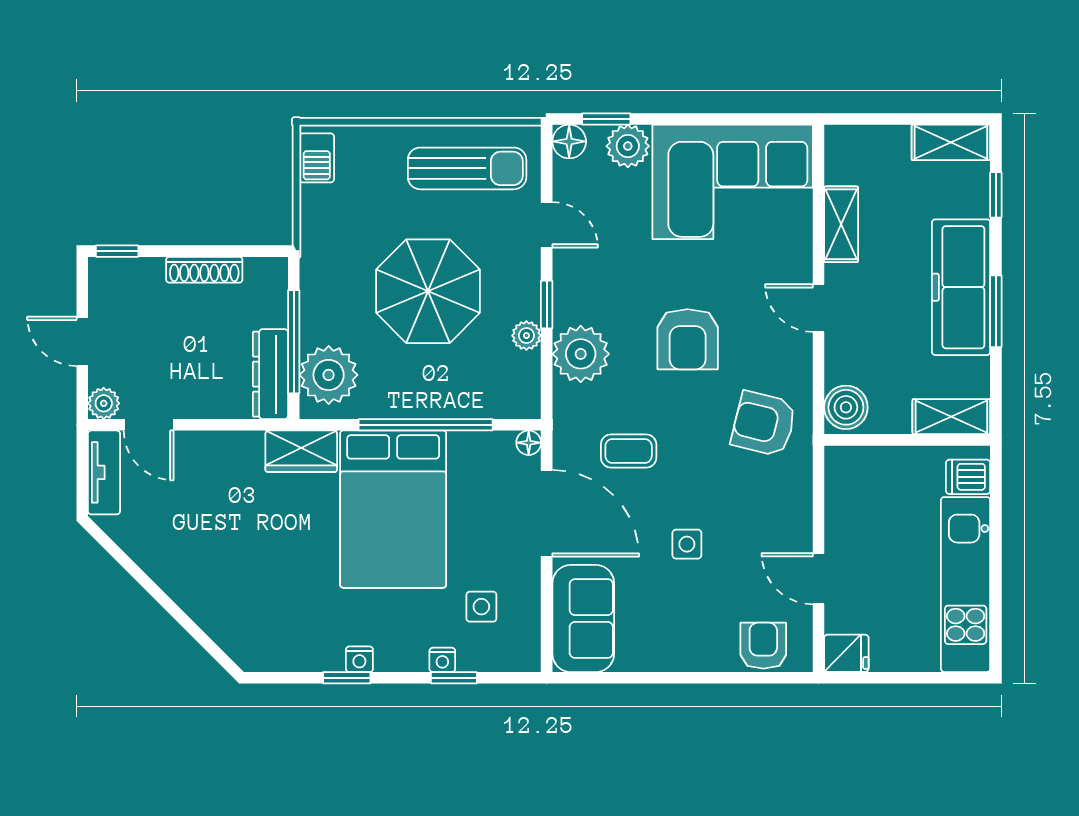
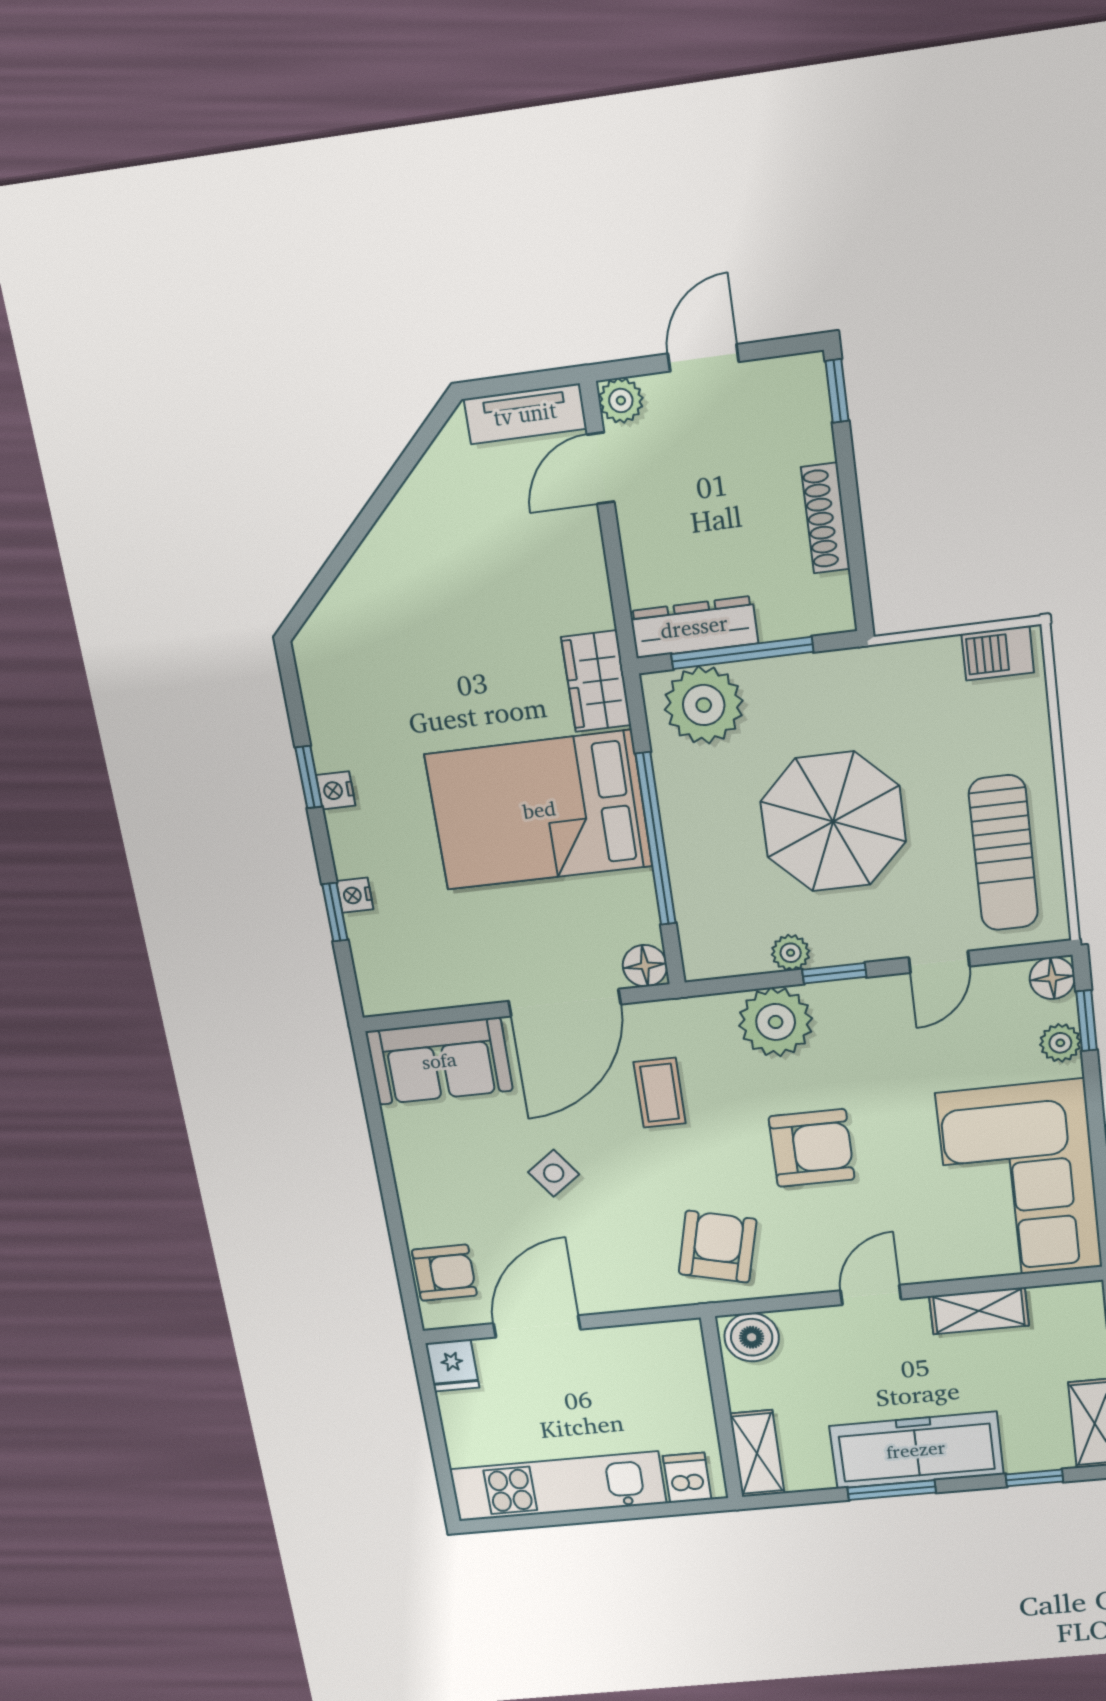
plant: (628, 146) -> (1060, 1043), width x0.73, depth x0.73
armchair: (688, 339) -> (812, 1148), turned 180
floor lamp: (529, 443) -> (645, 966), width x1.37, depth x1.37
side table: (687, 544) -> (554, 1173), turned -36
door: (818, 579) -> (537, 1326), width x1.38
side table: (481, 607) -> (432, 936), removed

